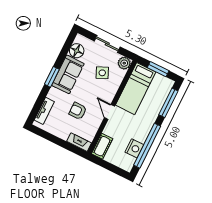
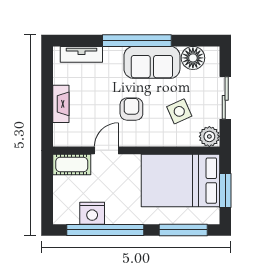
window: (52, 77) -> (137, 41), width x2.11
bed: (136, 89) -> (180, 181), width x1.50
armchair: (78, 111) -> (131, 109), moved
door: (110, 112) -> (106, 150), moved
fireplace: (79, 142) -> (61, 104), moved

